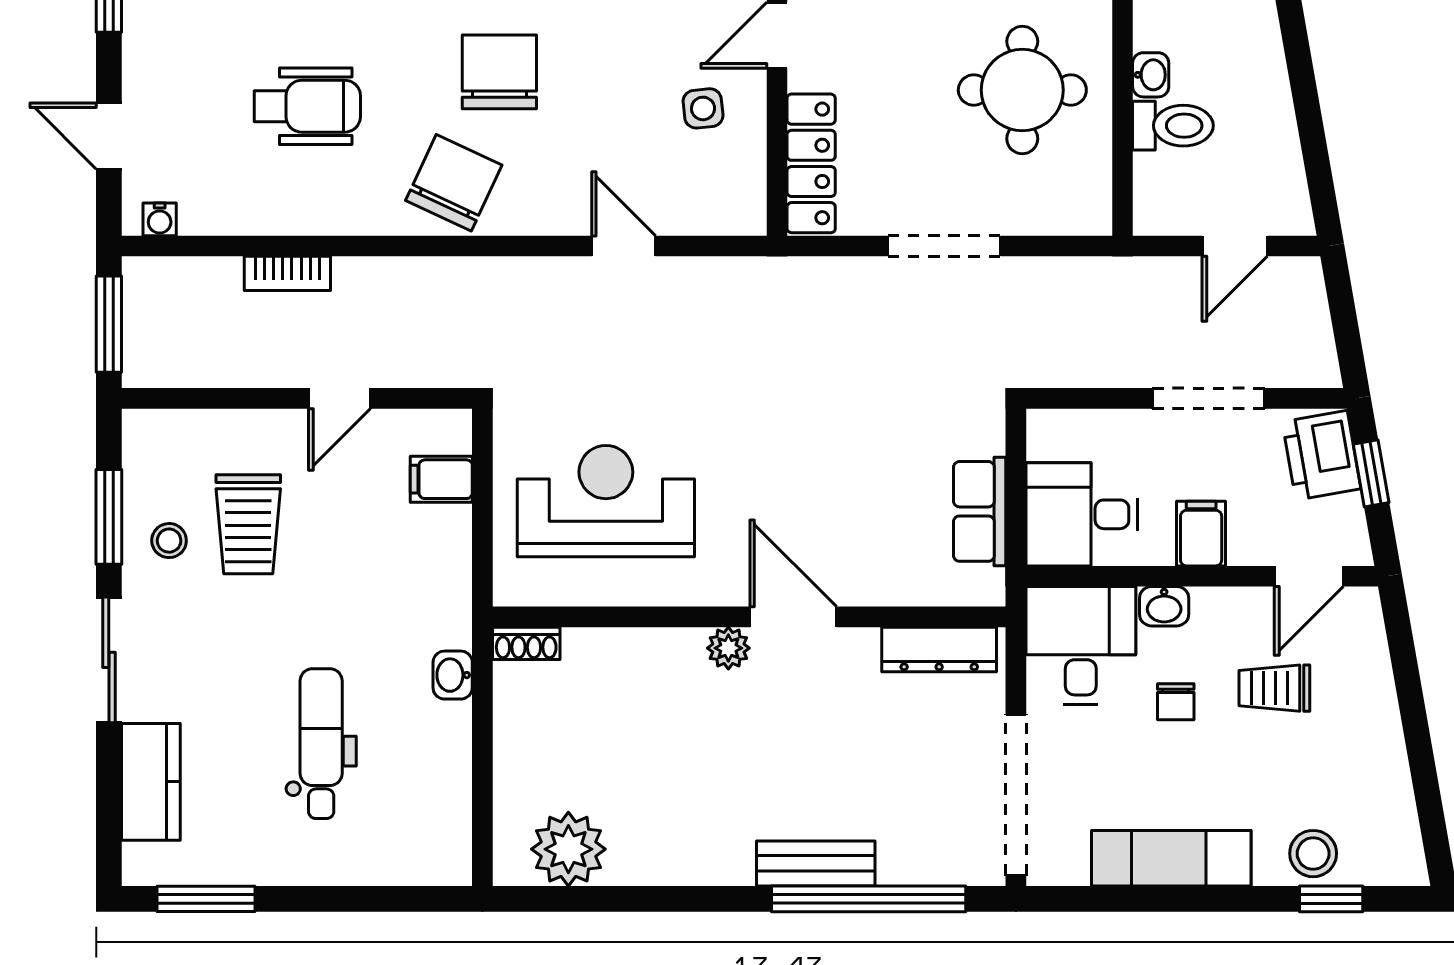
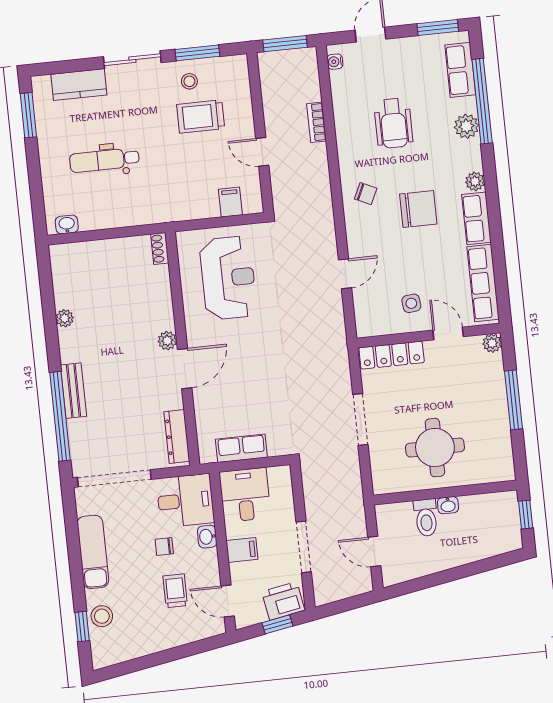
chair: (454, 183) -> (366, 194), width x0.54, depth x0.54
washbasin: (453, 675) -> (67, 224), moved
dental chair: (321, 744) -> (104, 160), turned 180
plant: (568, 849) -> (65, 318), moved, width x0.53, depth x0.53

